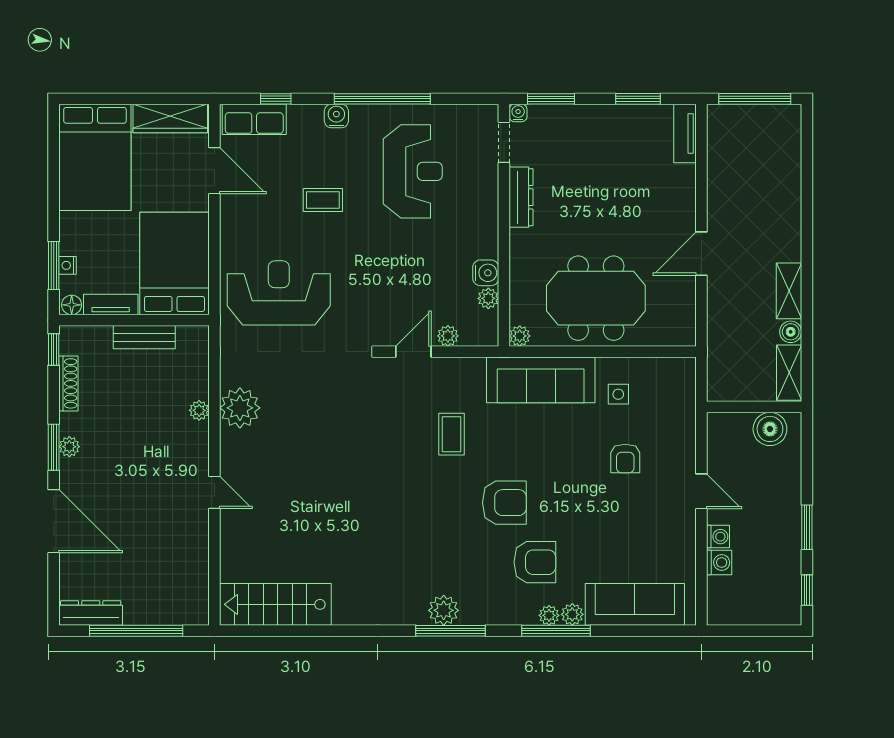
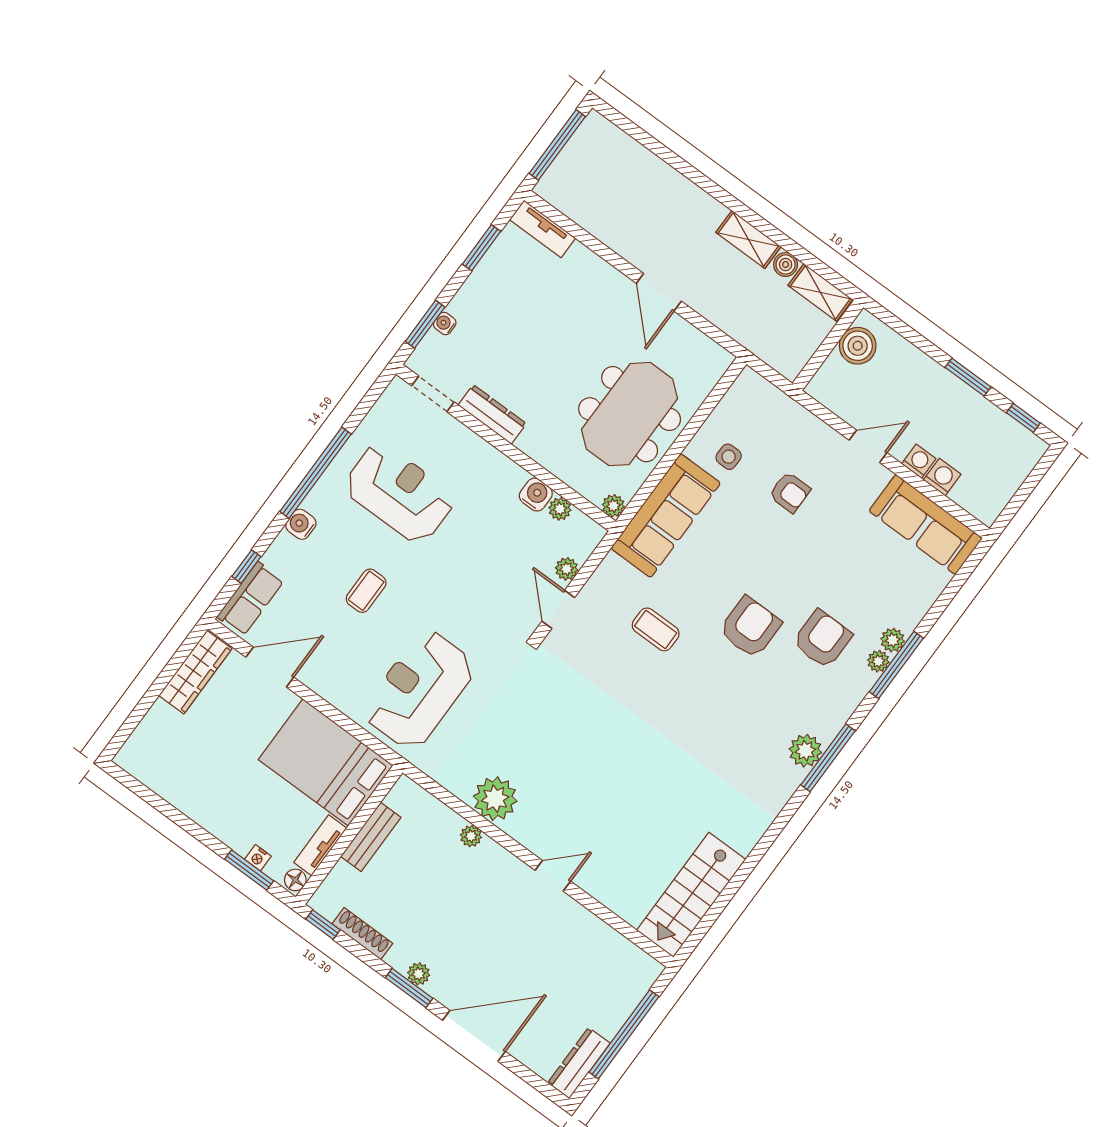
water cooler: (518, 113) -> (445, 324), moved
bed: (95, 157) -> (181, 764), removed
sofa: (635, 604) -> (926, 525), moved, turned -90

